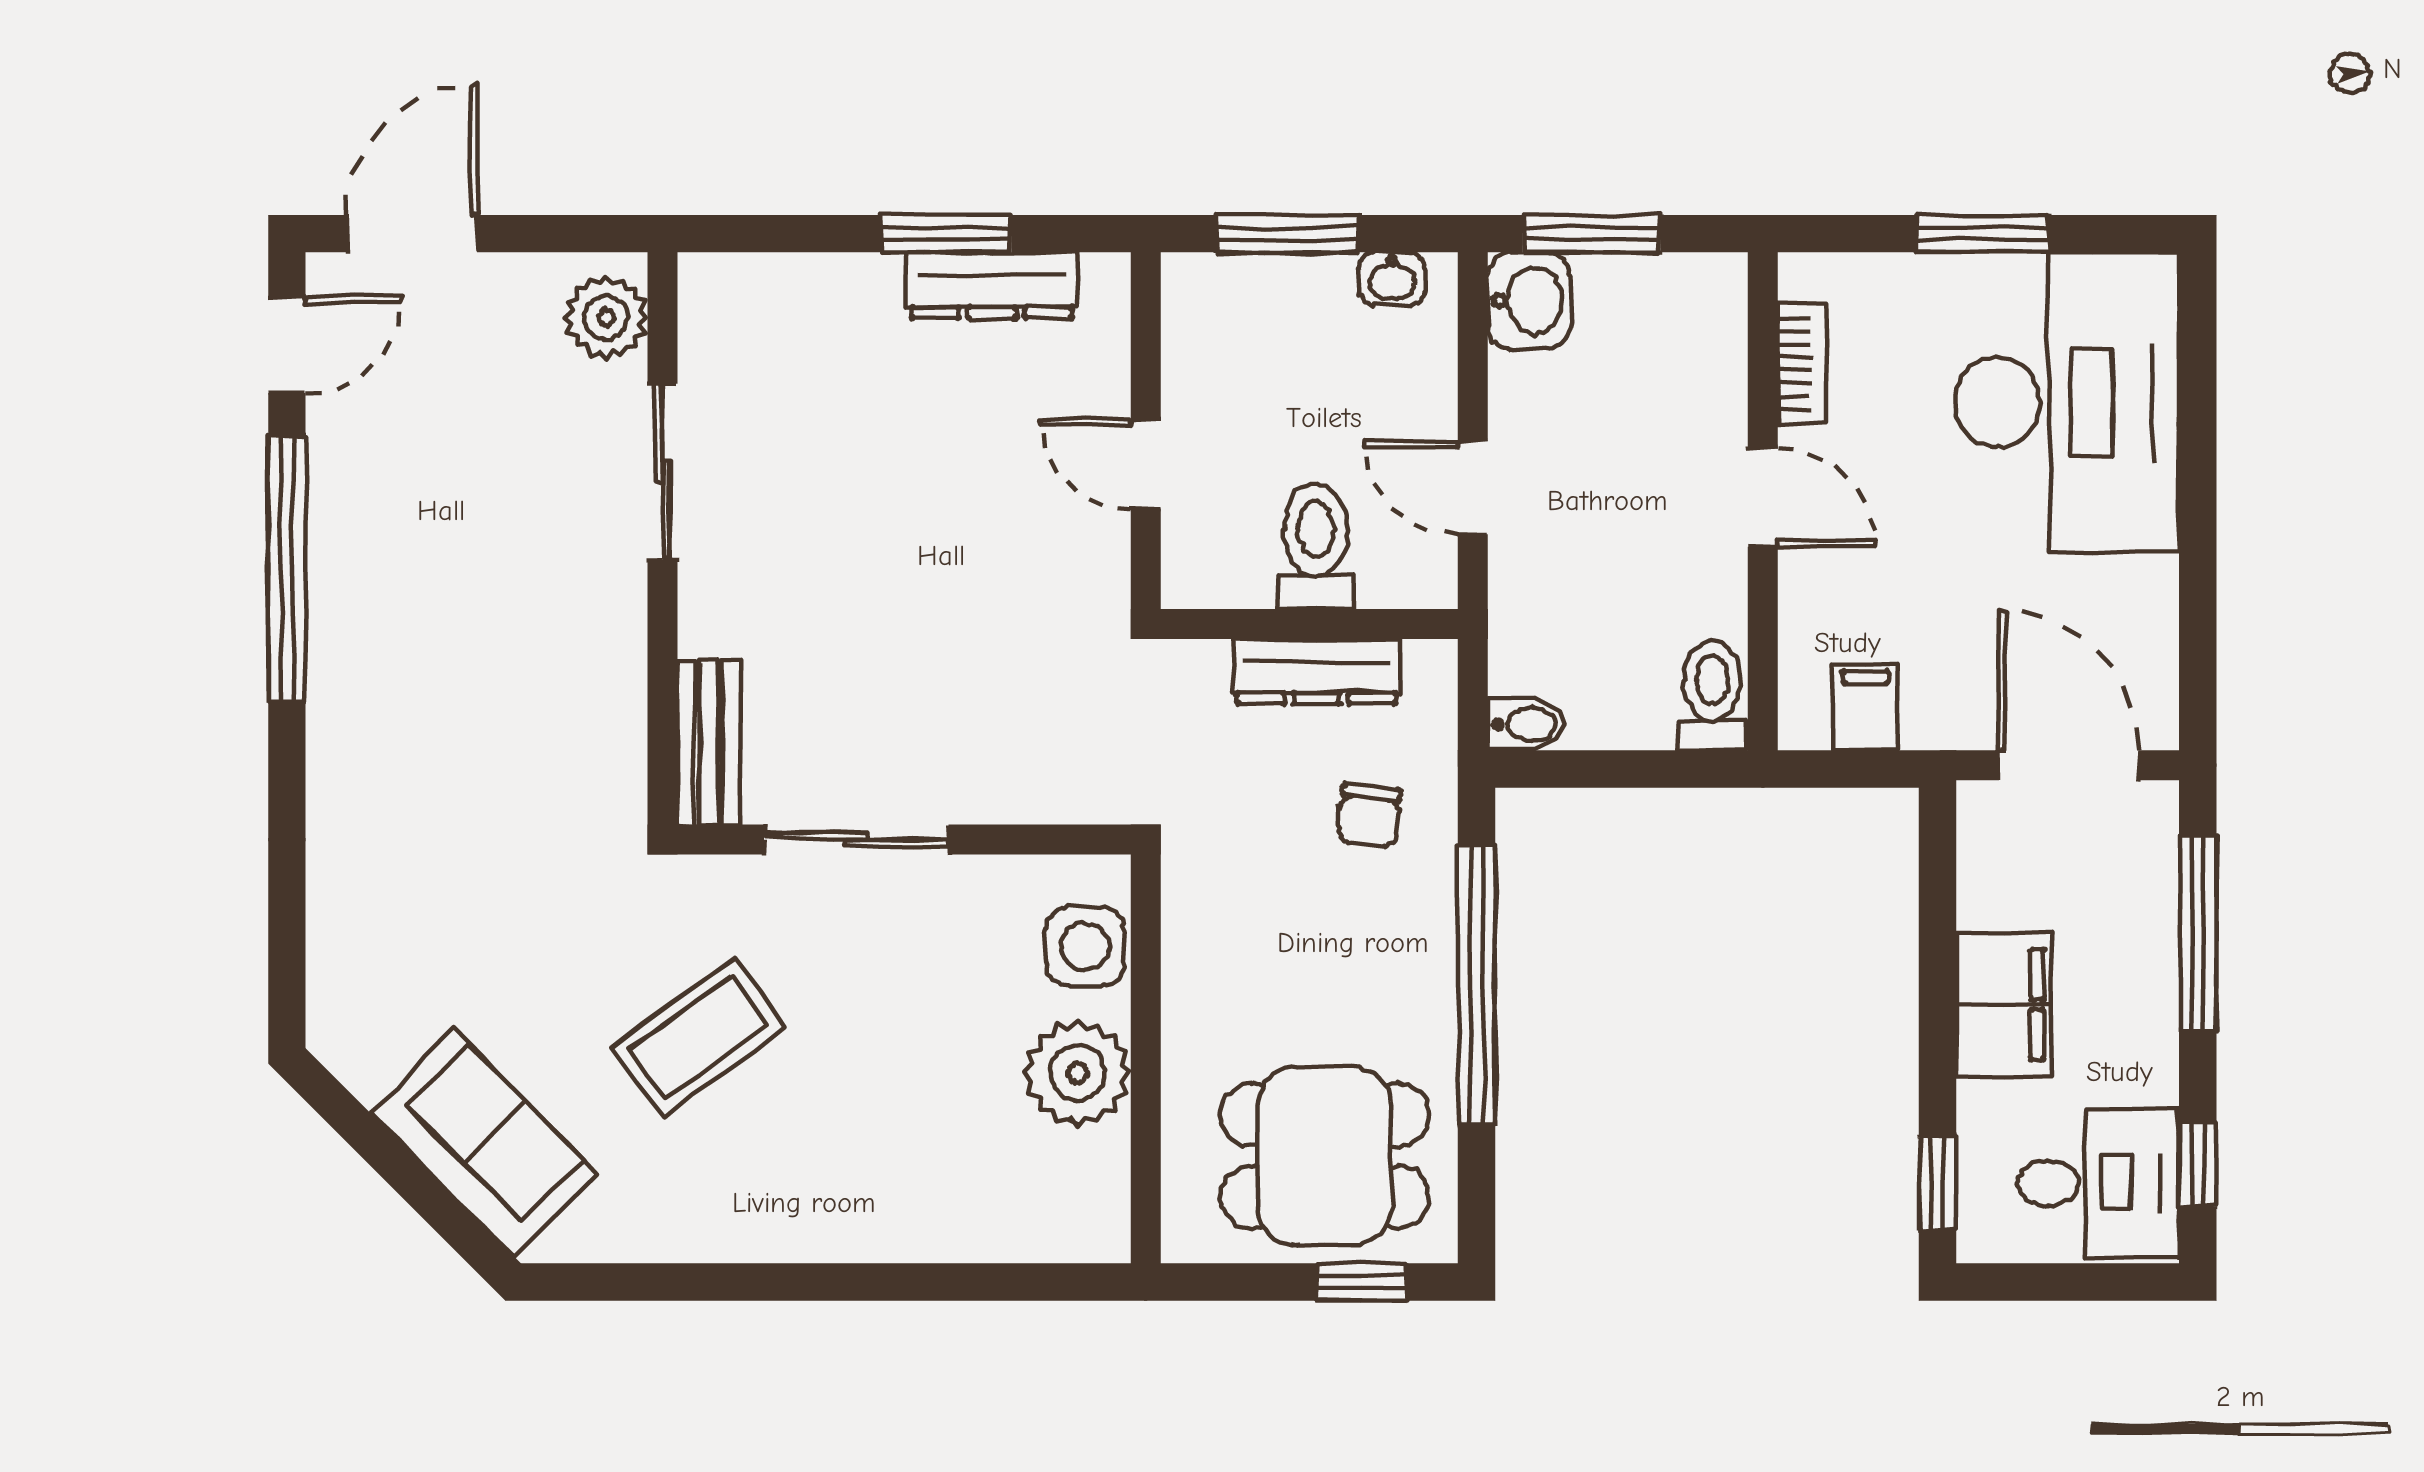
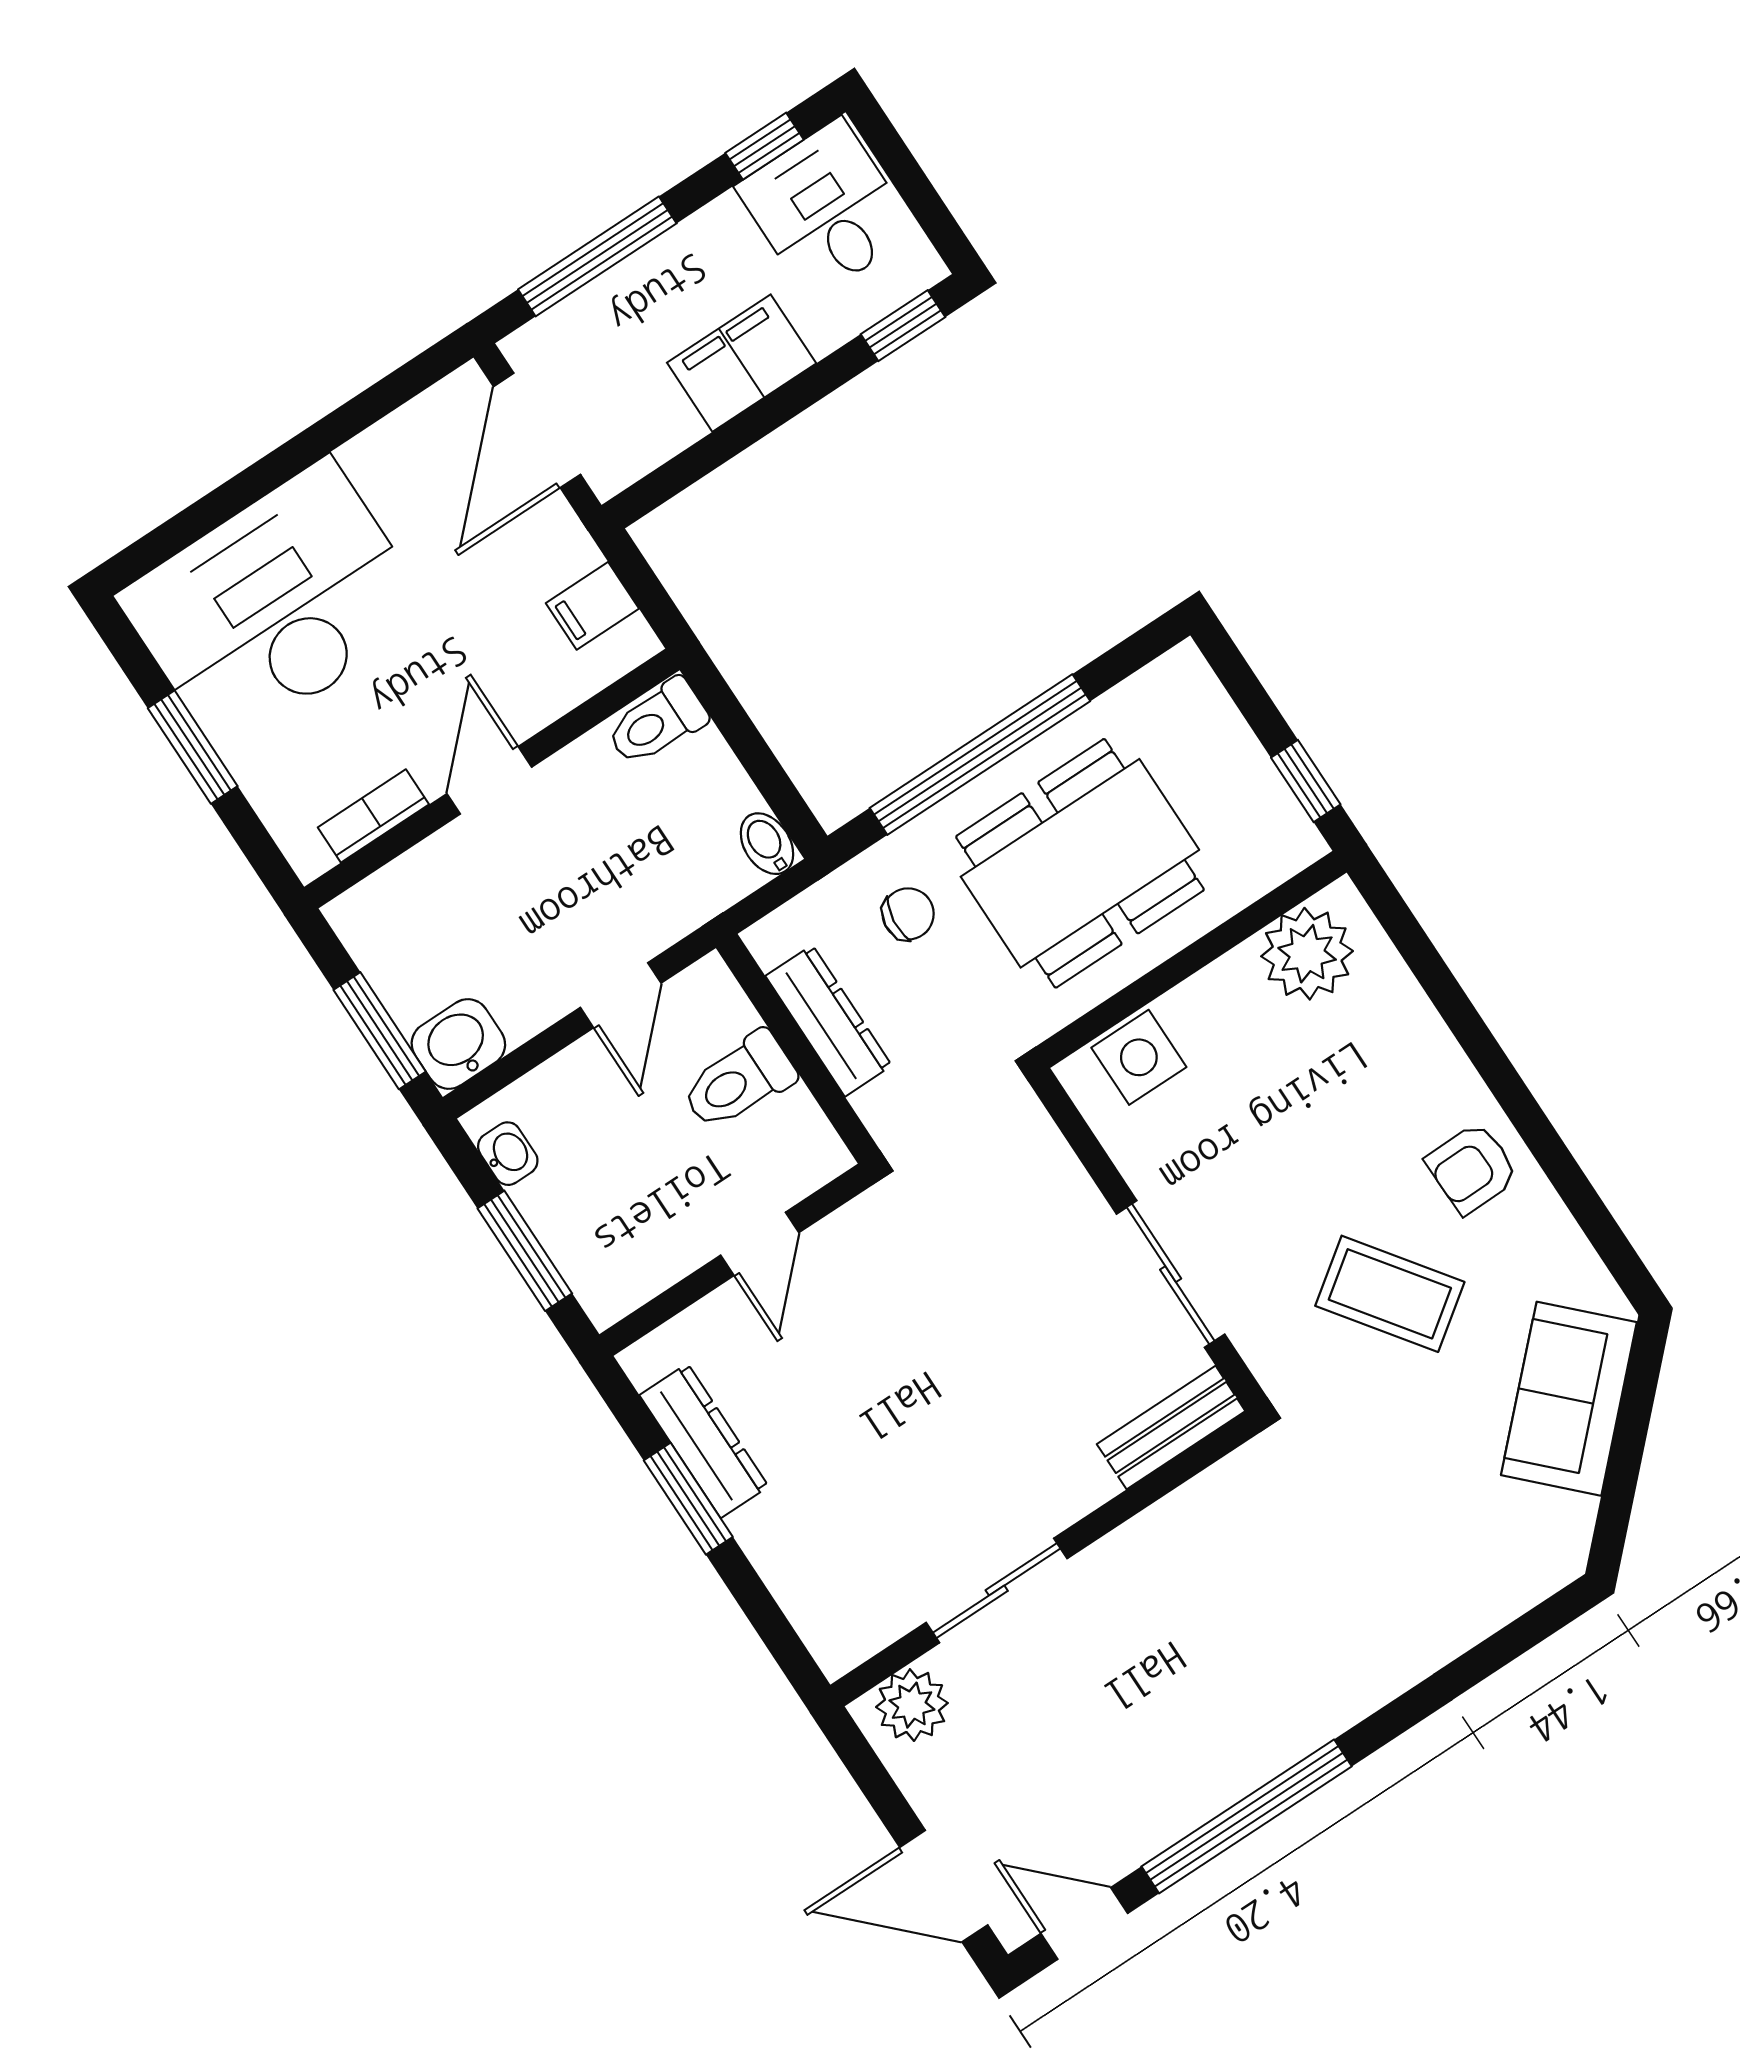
plant: (1078, 1073) -> (1307, 954), moved
dining table: (1325, 1156) -> (1080, 863), moved, width x1.37
armchair: (767, 1196) -> (1472, 1168), added
window: (1361, 1282) -> (1306, 781), moved

